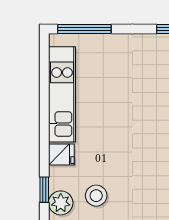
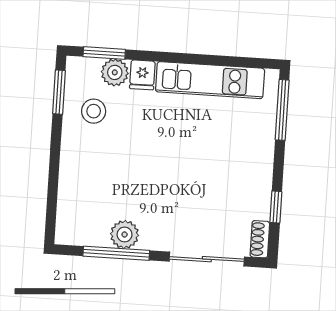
window: (44, 190) -> (104, 53), width x1.50
plant: (61, 203) -> (115, 72), moved

